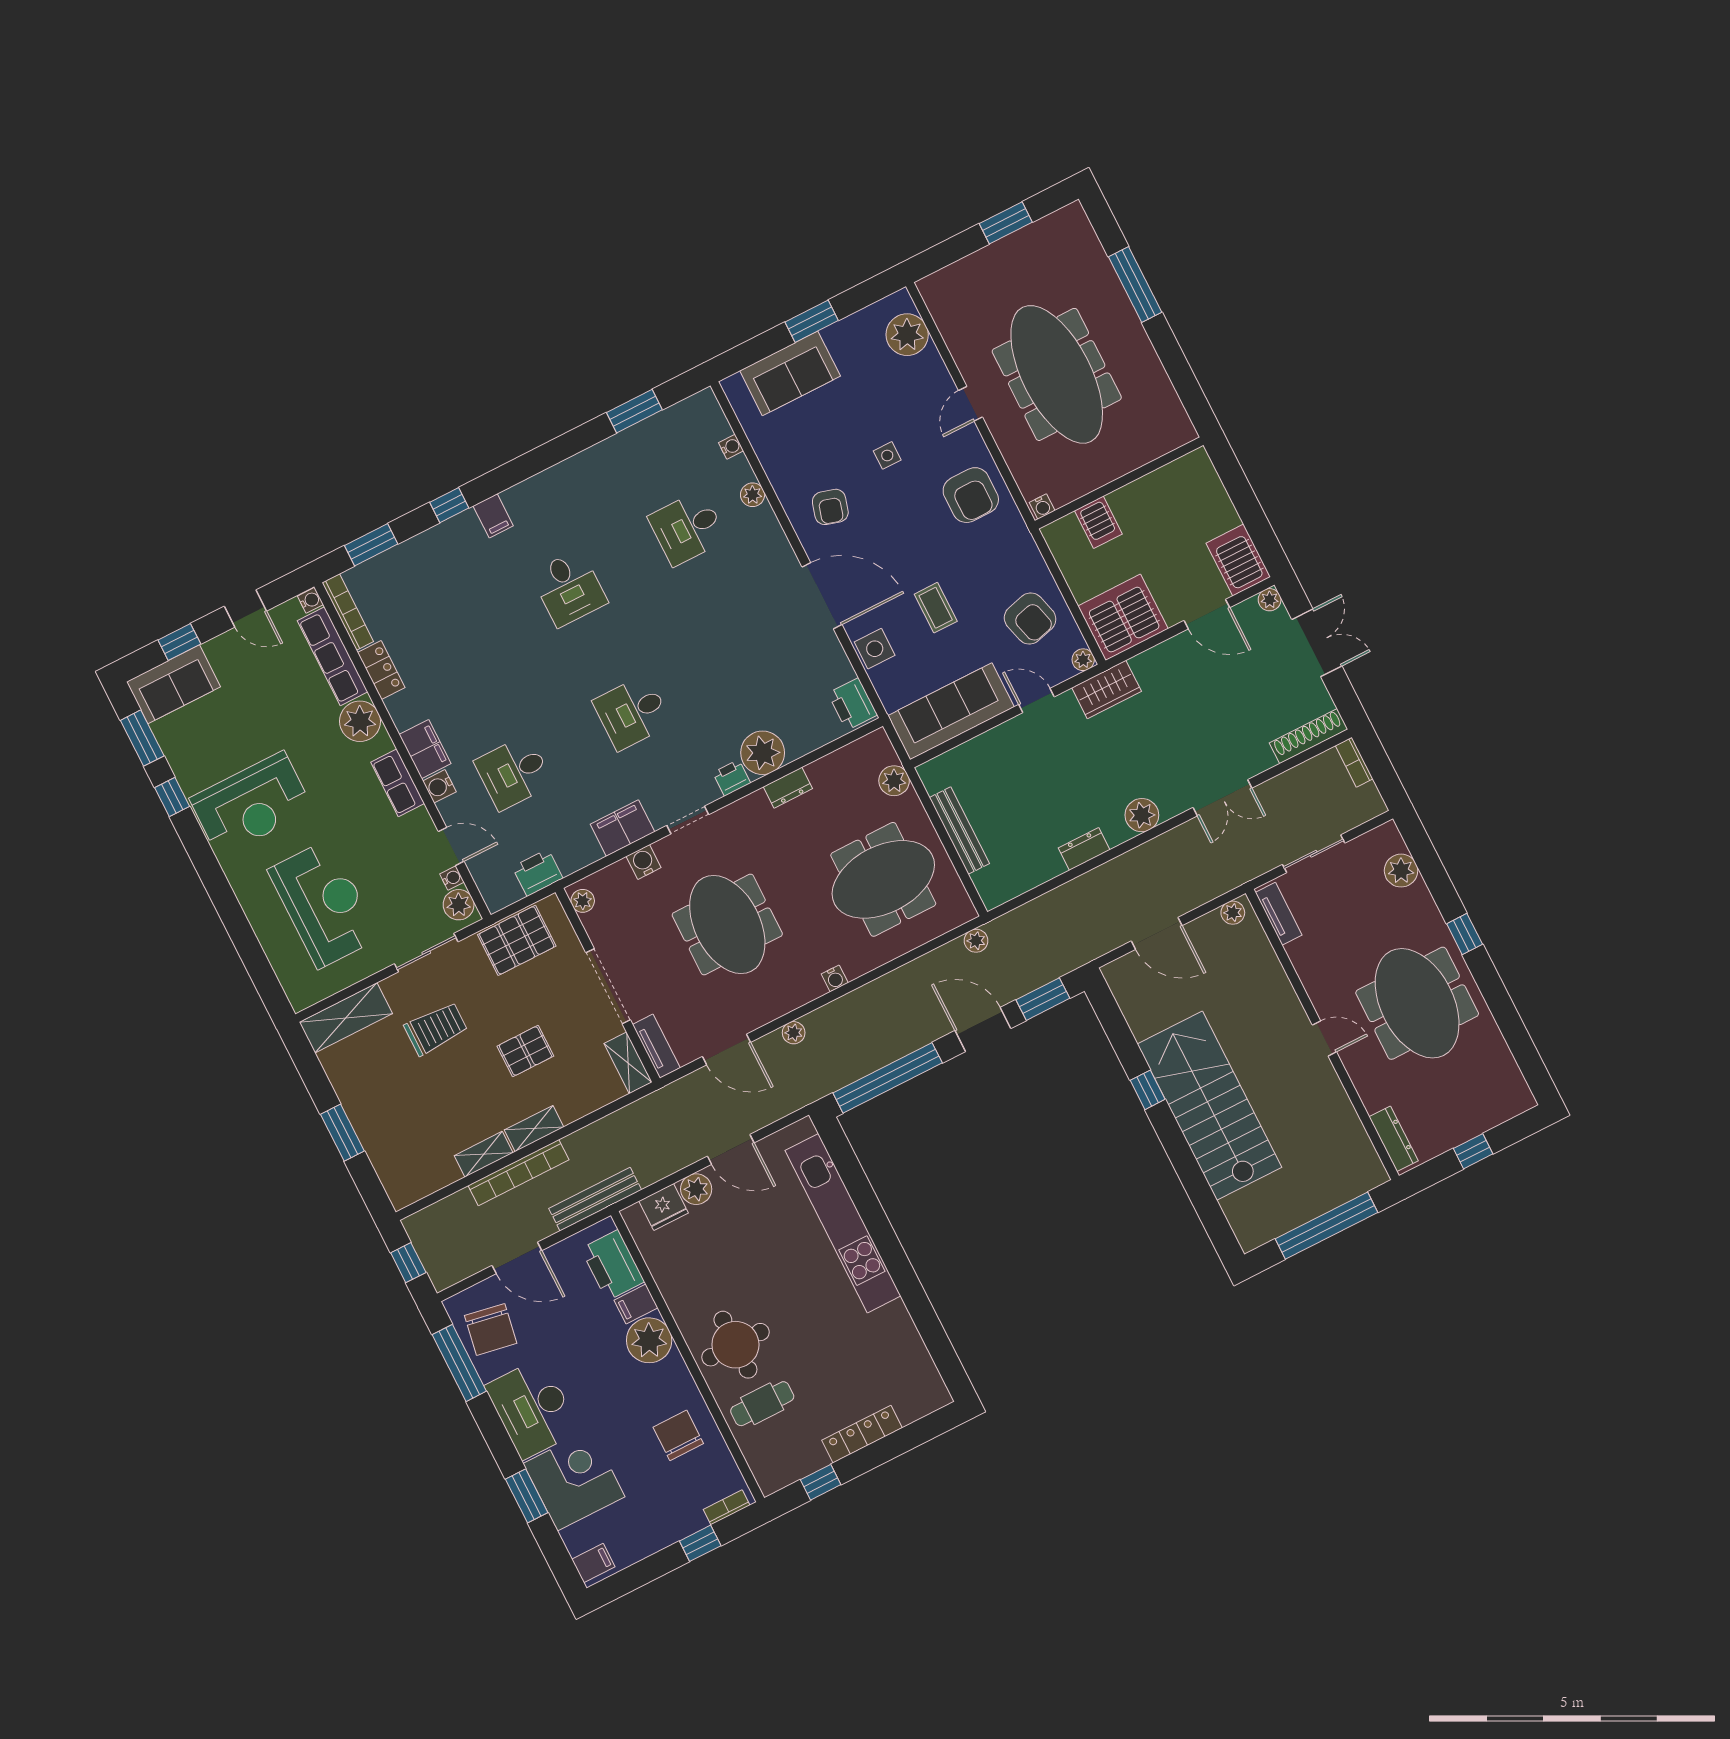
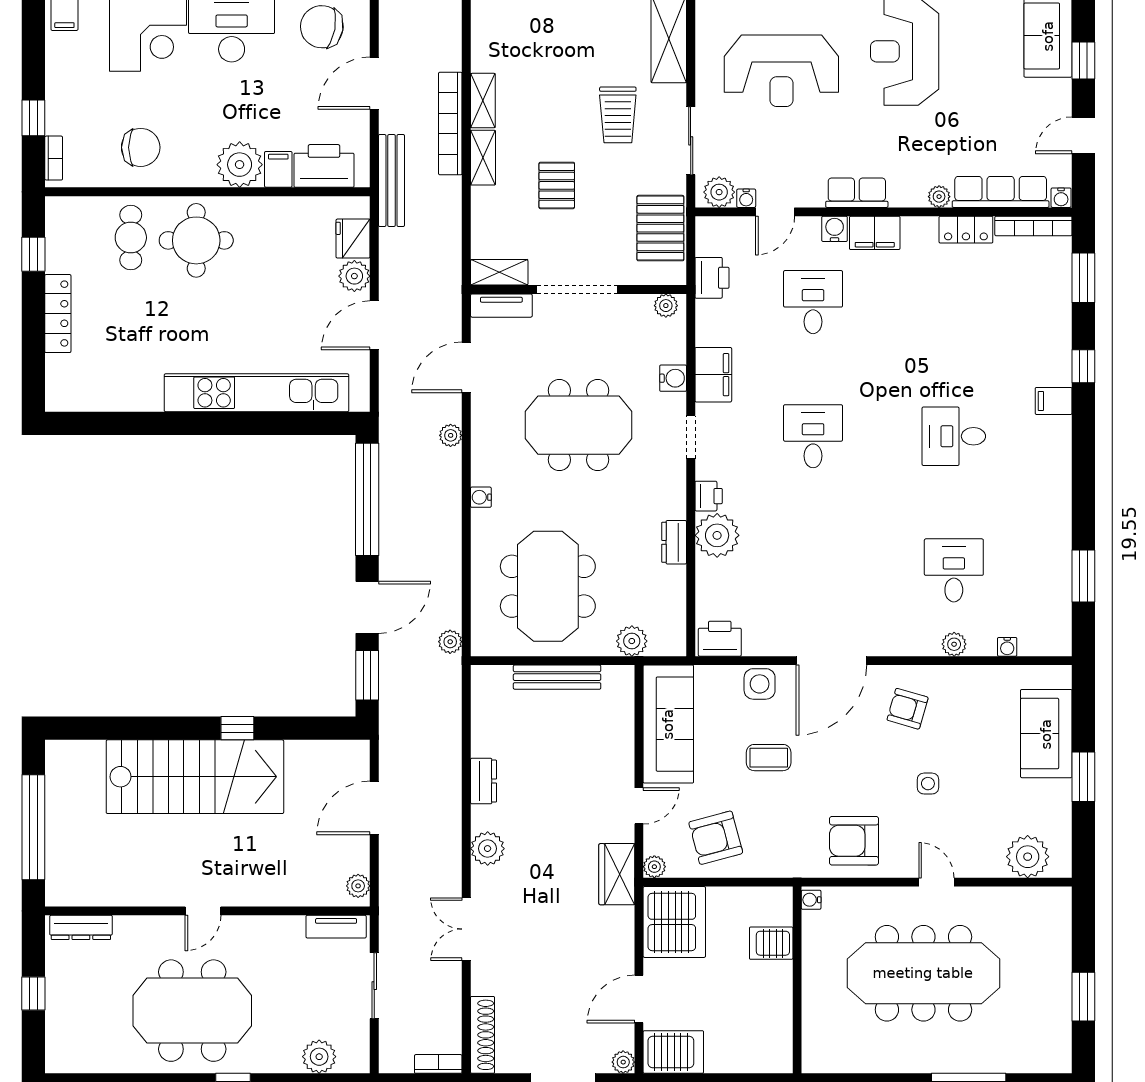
plant: (360, 721) -> (939, 197), width x0.53, depth x0.53

